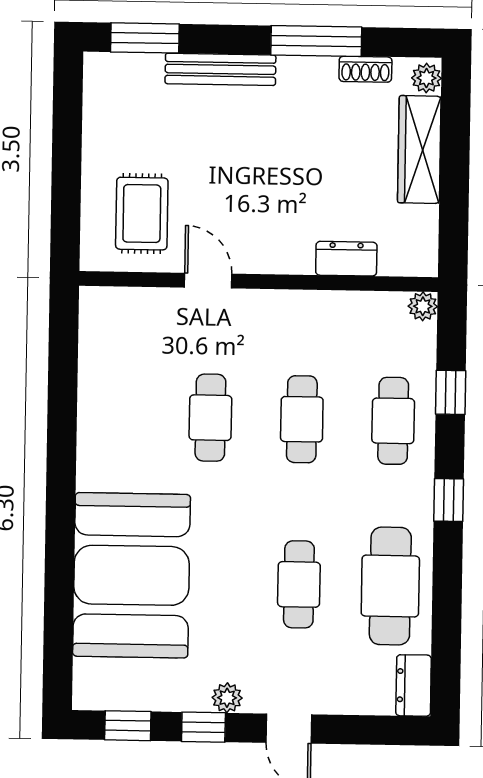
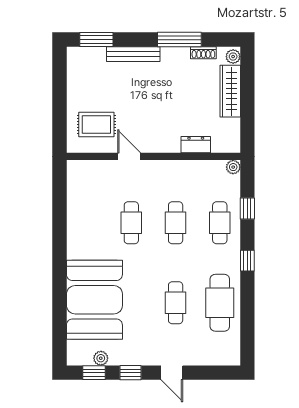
rug: (142, 214) -> (96, 125), turned 90
dresser: (414, 685) -> (232, 351), removed
plant: (227, 698) -> (101, 358), moved

